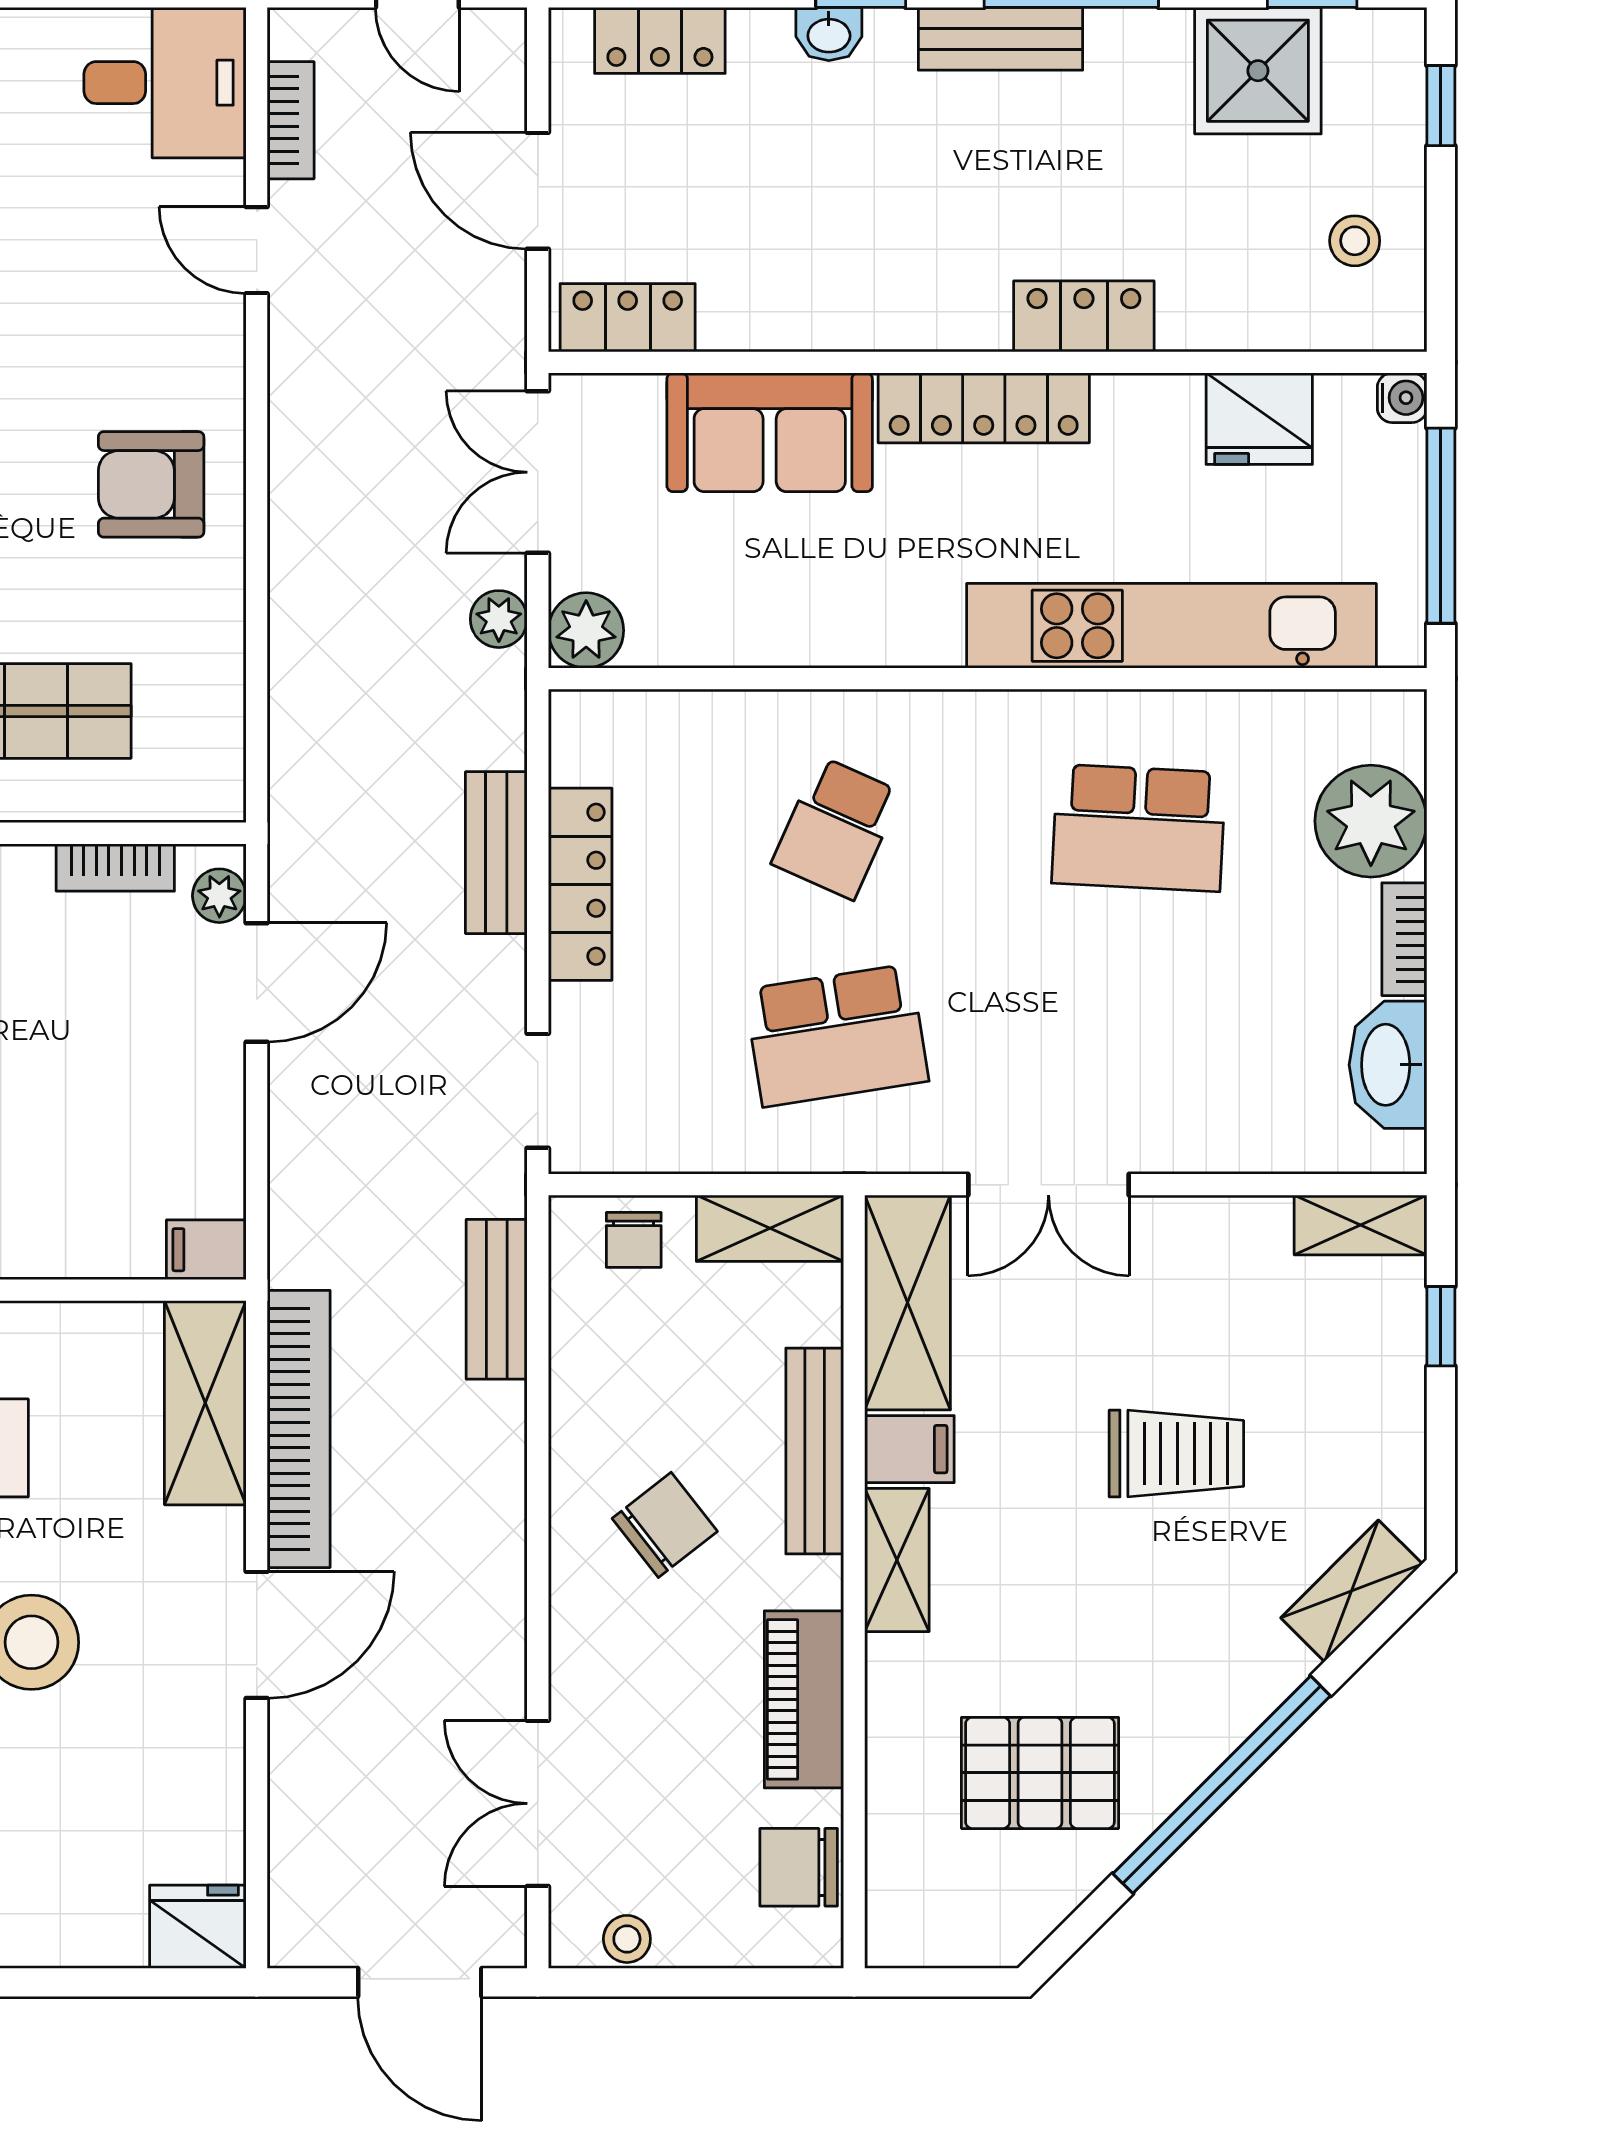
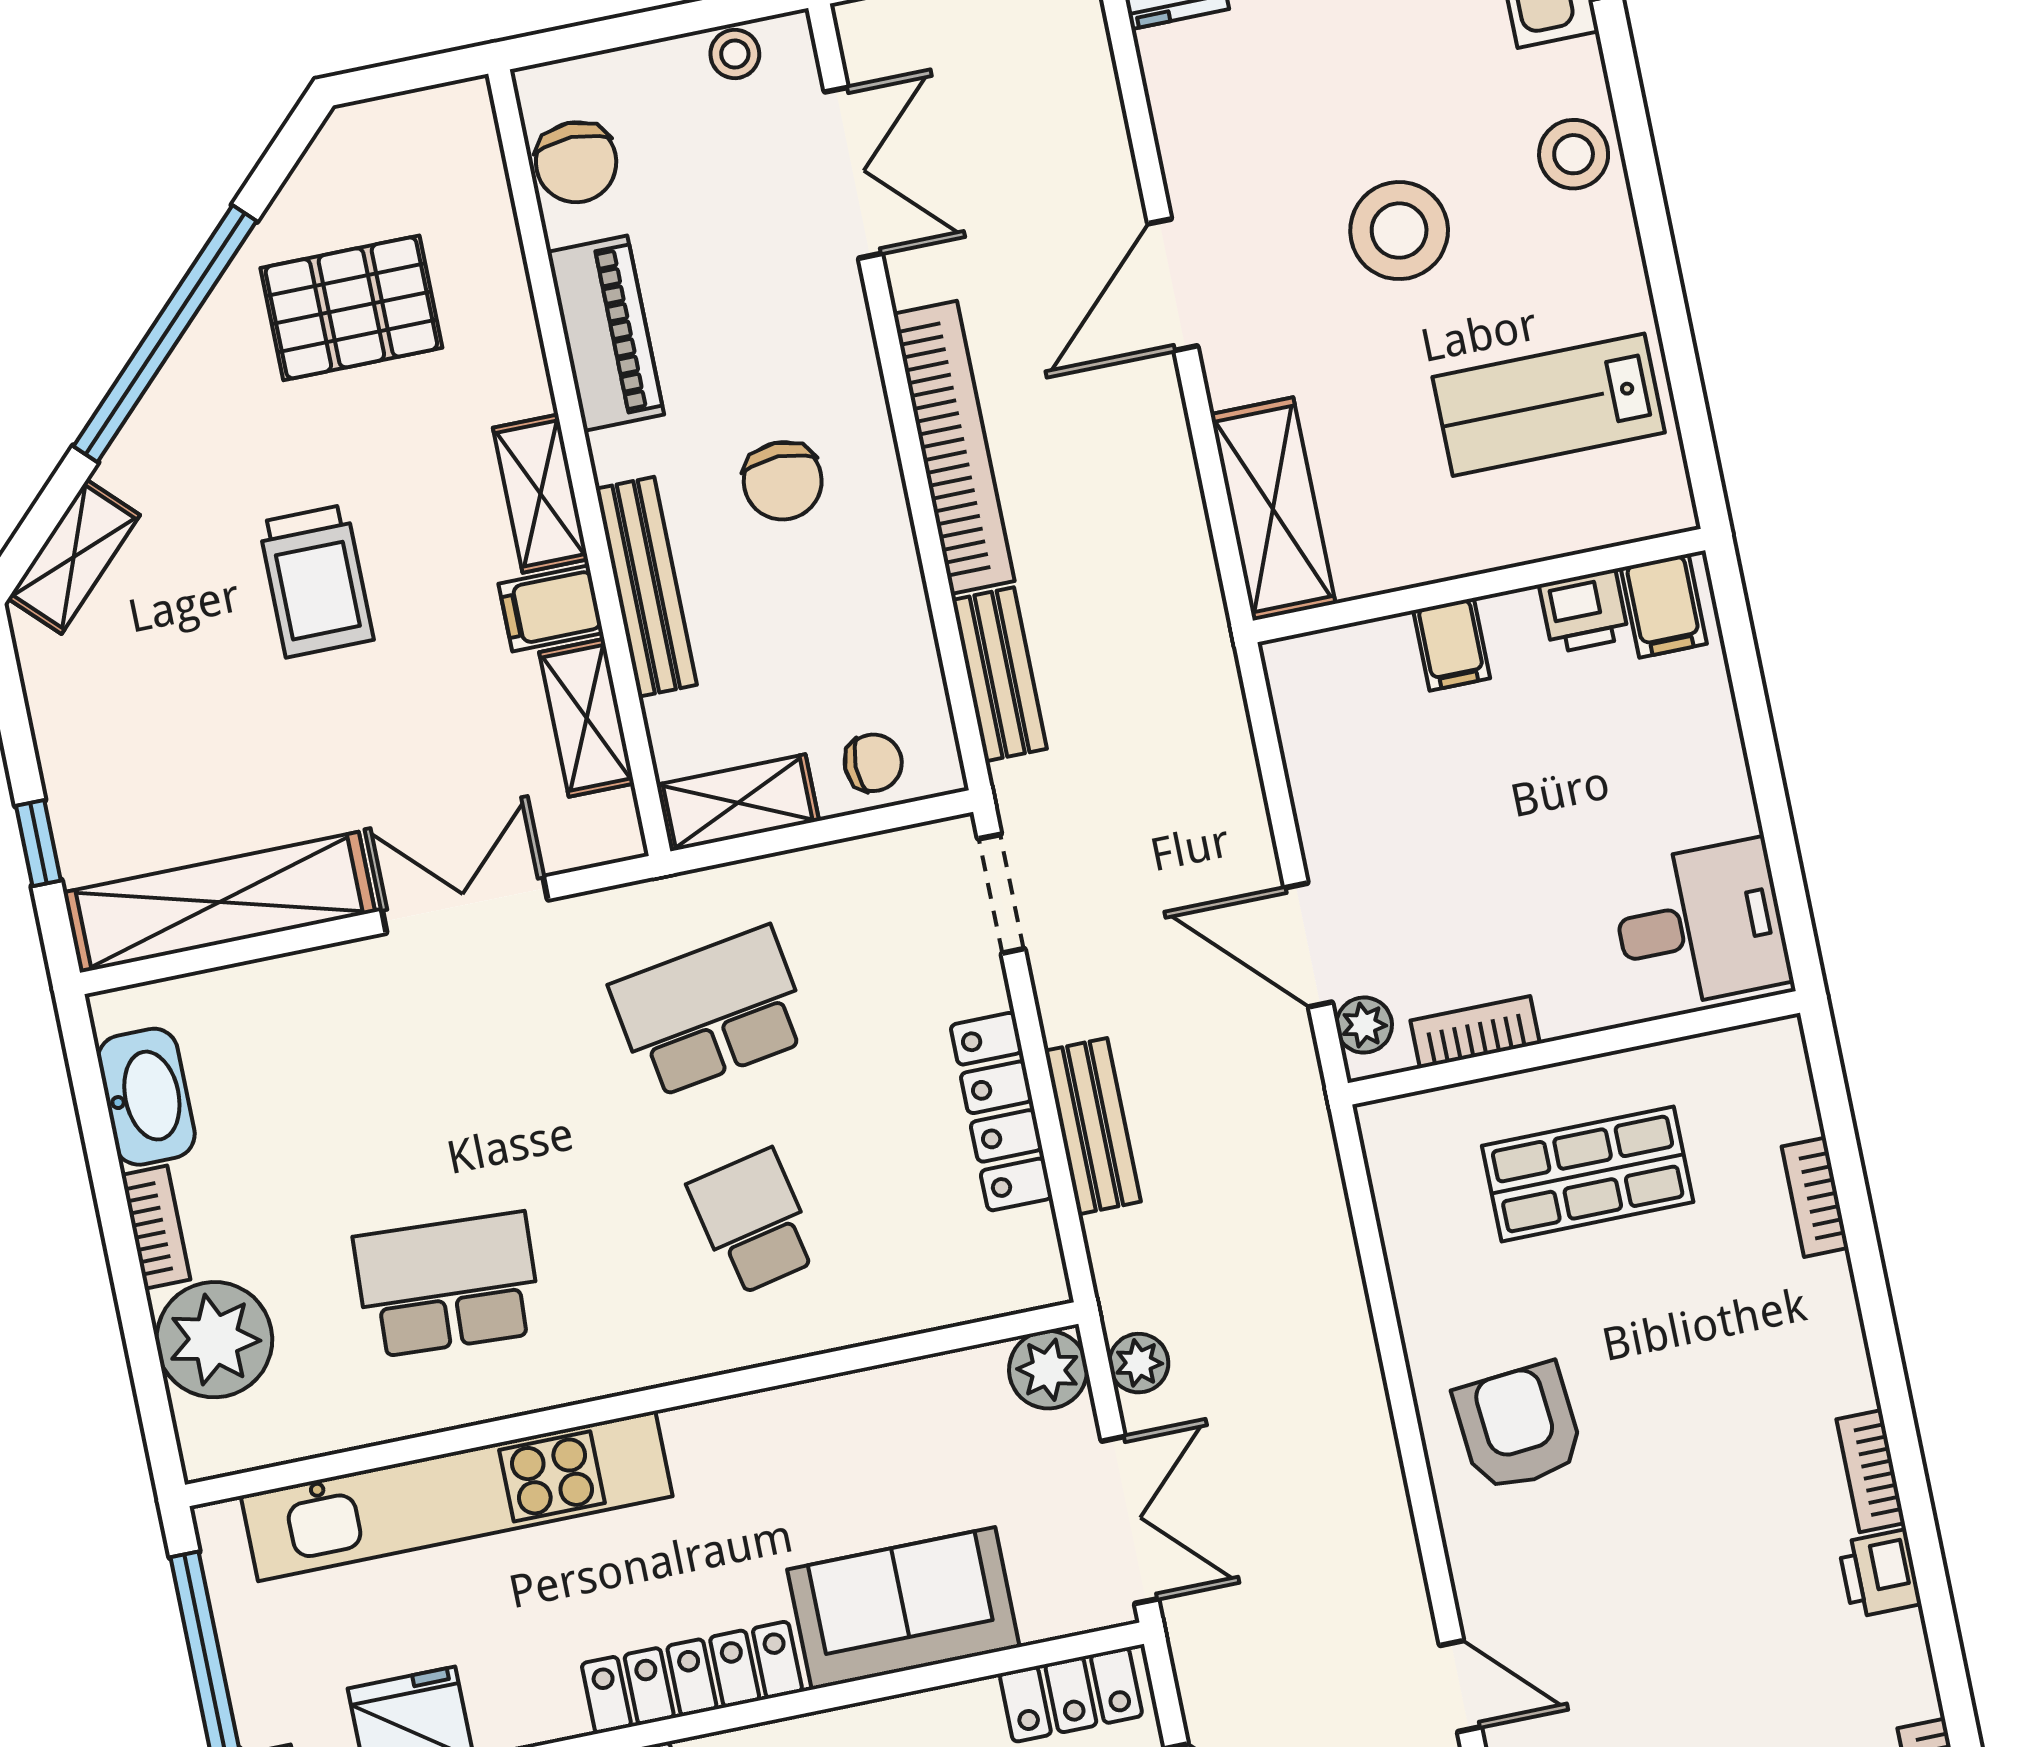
armchair: (151, 484) -> (1519, 1427), turned -95
school desk: (837, 828) -> (754, 1222), turned -36
door: (257, 982) -> (1308, 945), hinge flipped
shelving: (1361, 1225) -> (219, 902), width x2.20, depth x1.33
chair: (634, 1240) -> (873, 763), turned 90
filing cabinet: (206, 1250) -> (1452, 644), moved, turned 90
shelving: (908, 1303) -> (587, 718), width x0.67, depth x0.75
bookcase: (299, 1429) -> (954, 447), moved, turned 180
trolley: (1176, 1453) -> (316, 581), moved, turned -90
chair: (665, 1525) -> (783, 481), turned -52
chair: (799, 1867) -> (576, 162), turned 90

